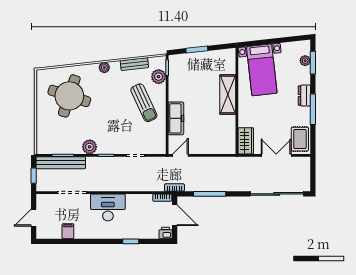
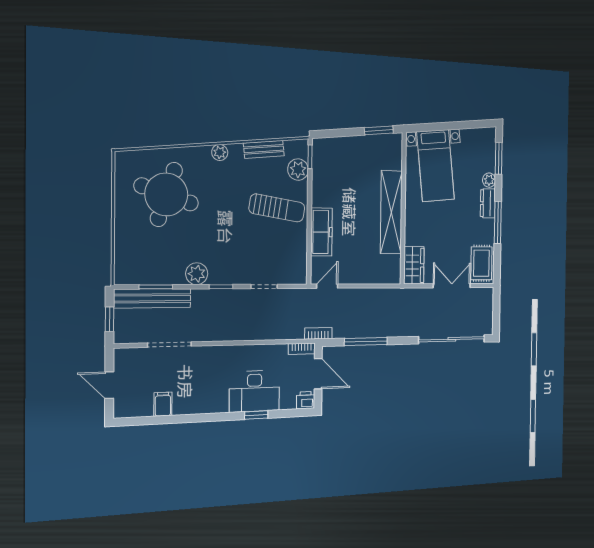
window: (197, 50) -> (379, 130), moved
plant: (305, 61) -> (489, 180), moved
shelving: (228, 95) -> (391, 212), width x1.47
sun lounger: (144, 103) -> (277, 208), turned -56
desk: (108, 208) -> (254, 391), moved, turned 180
door: (34, 218) -> (109, 385), hinge flipped

